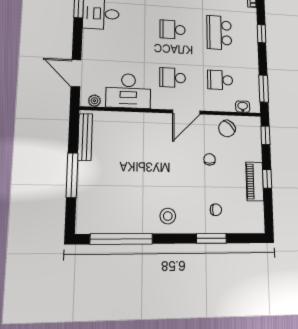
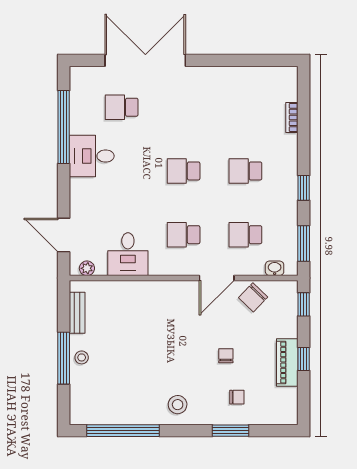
school desk: (219, 33) -> (245, 171), width x0.54
window: (262, 34) -> (304, 188), moved
desk: (128, 91) -> (128, 254), width x0.73
door: (186, 112) -> (217, 278), moved
bench: (85, 137) -> (77, 313), width x0.73
chair: (210, 159) -> (226, 356), moved
stool: (88, 175) -> (82, 357), added

